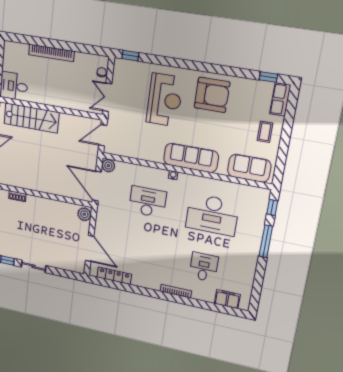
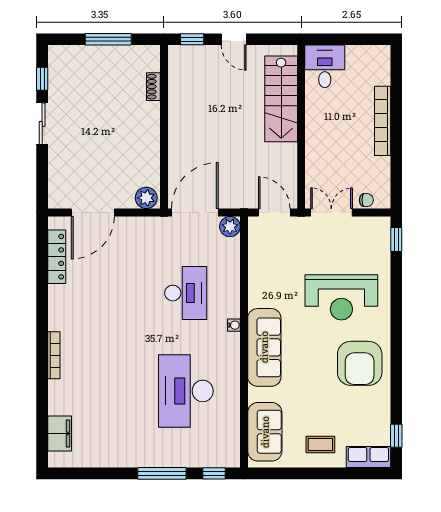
desk: (204, 267) -> (102, 391), removed

